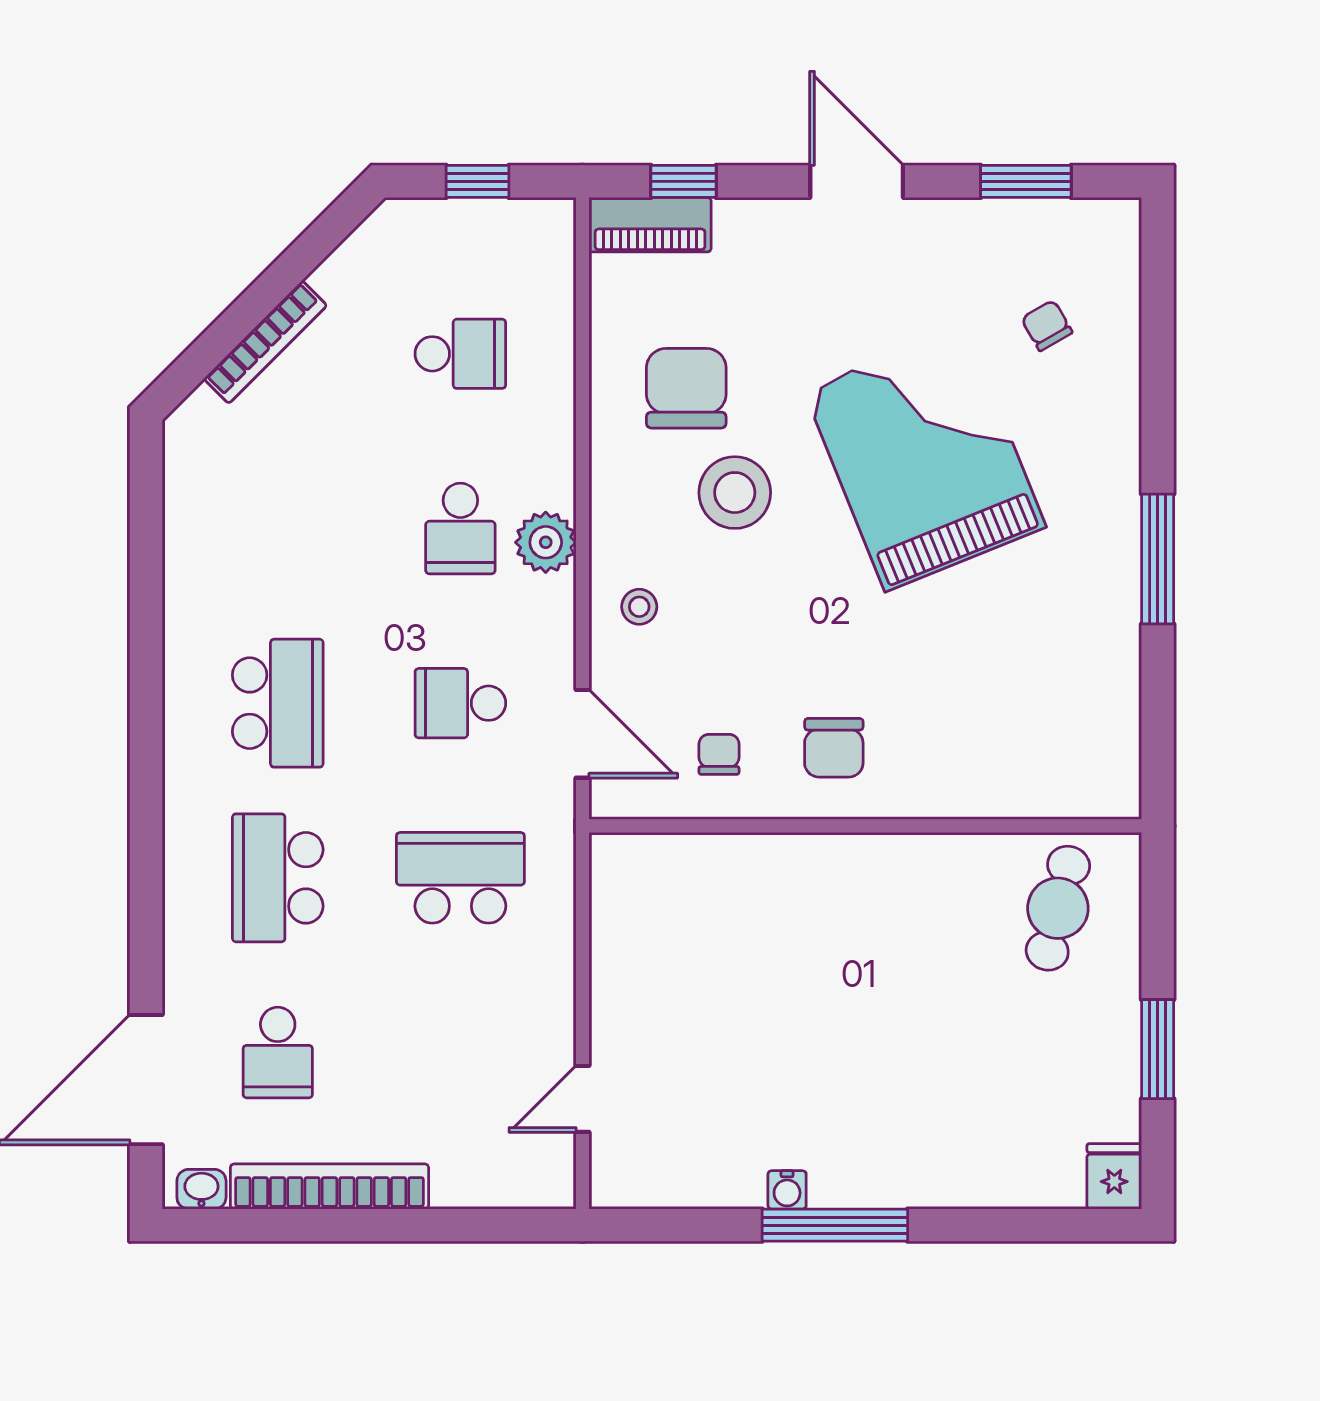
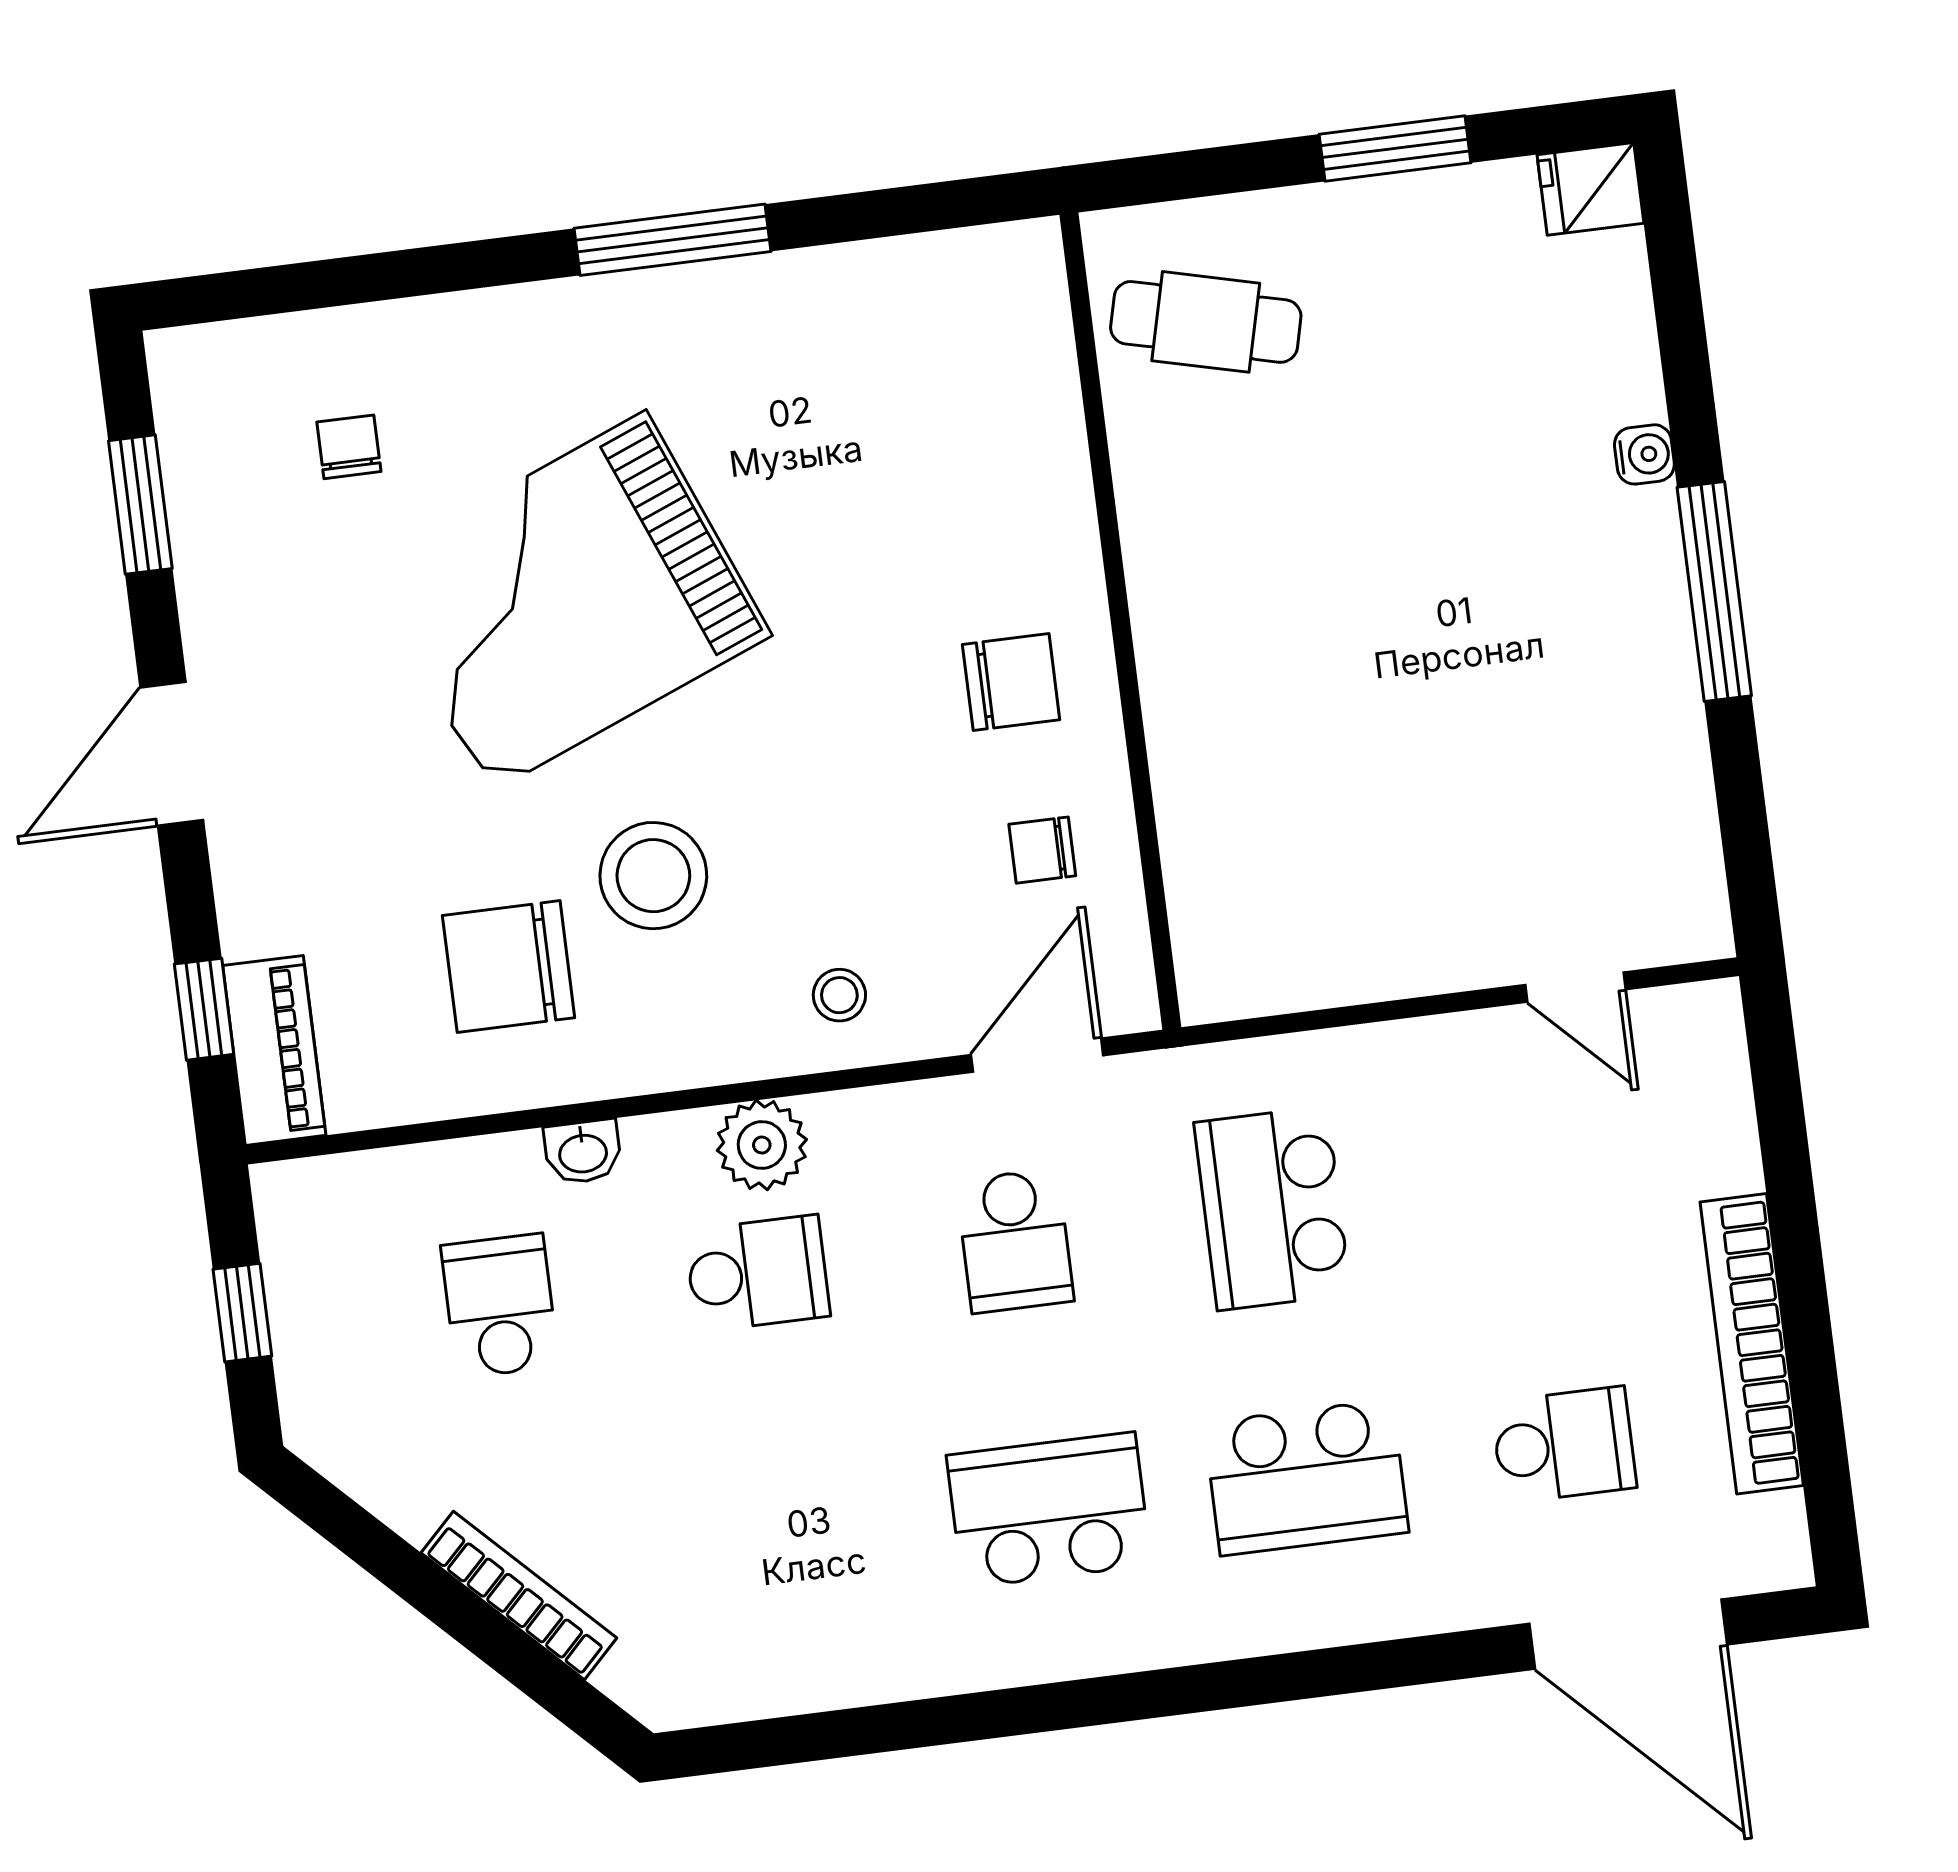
chair: (1047, 325) -> (349, 447), turned 120
washbasin: (201, 1189) -> (583, 1152), moved, turned -90
water cooler: (787, 1190) -> (1644, 454), moved

